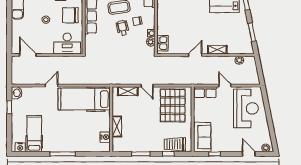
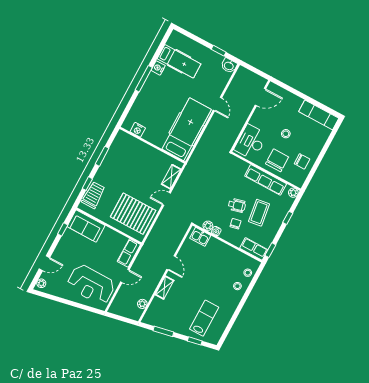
shelving: (117, 126) -> (142, 147), removed
nightstand: (20, 147) -> (158, 68), moved

